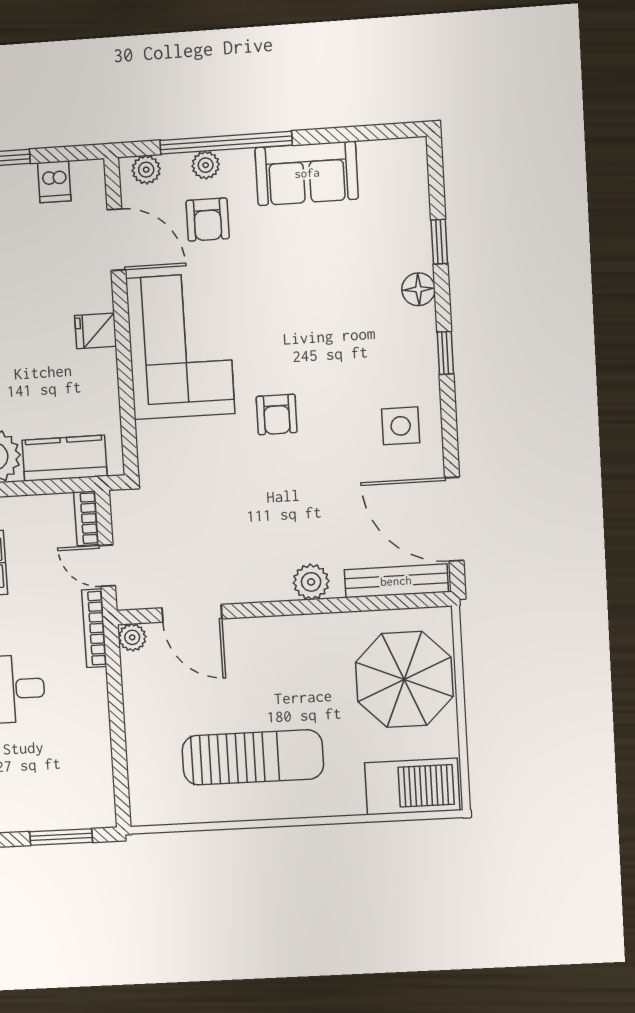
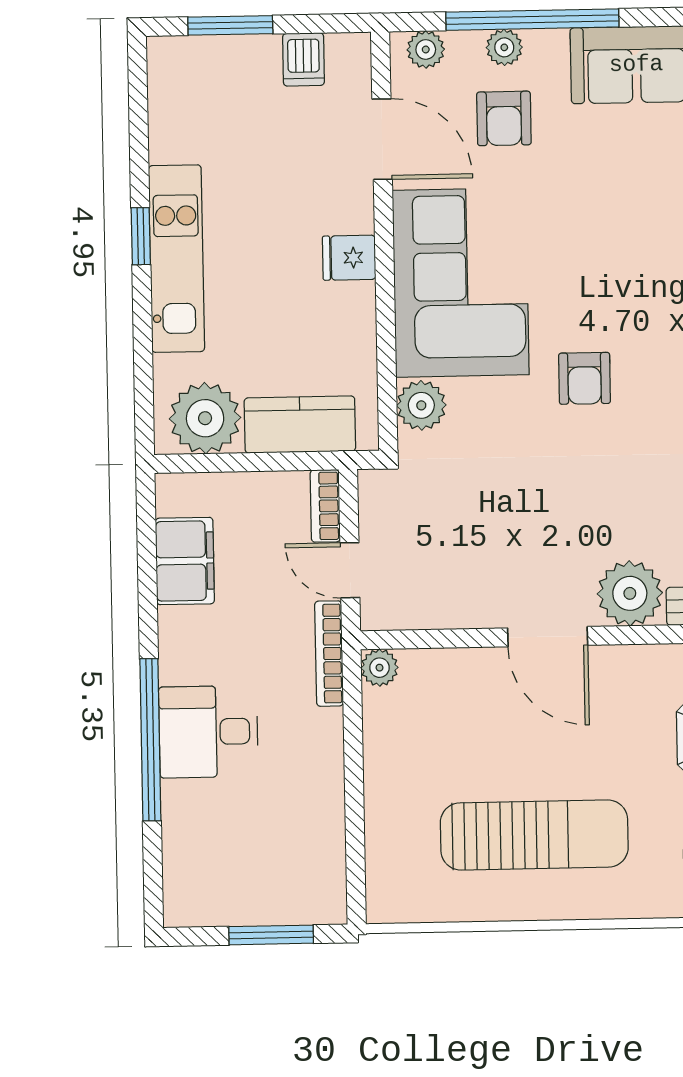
plant: (155, 440) -> (421, 405), added
plant: (311, 582) -> (630, 593), width x1.36, depth x1.36
door: (192, 613) -> (548, 637), moved

